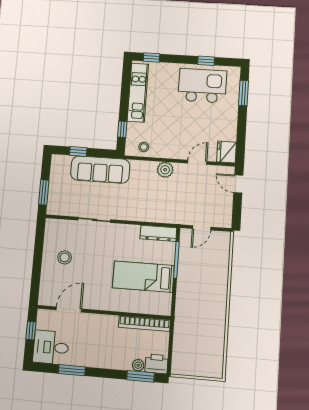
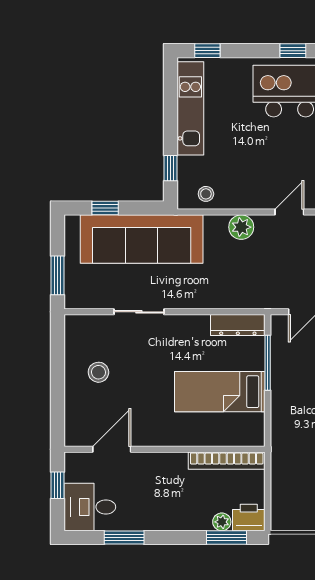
sofa: (100, 170) -> (142, 239), width x1.36, depth x1.27

